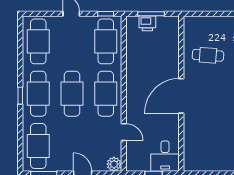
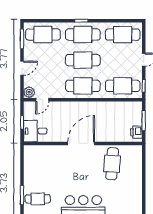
printer: (147, 23) -> (136, 132), moved
cafe table: (208, 55) -> (112, 164), width x1.37, depth x1.35
door: (181, 96) -> (81, 143), hinge flipped
door: (124, 132) -> (42, 100), moved

